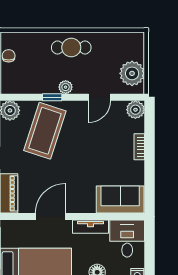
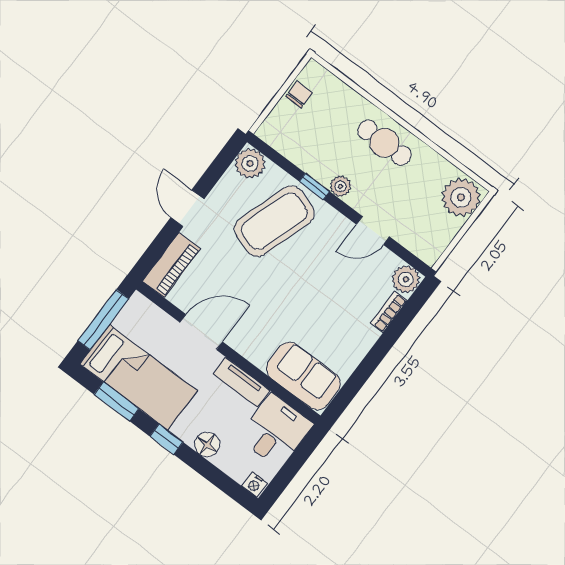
plant: (132, 73) -> (461, 197), moved
bookcase: (139, 147) -> (389, 312), moved

